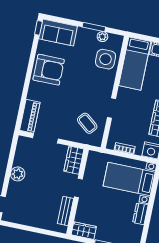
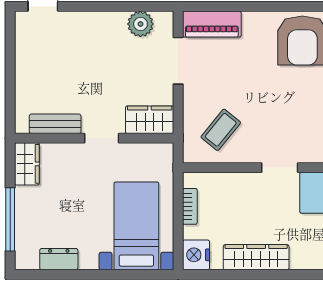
doorway: (111, 108) -> (280, 168), moved
plant: (18, 174) -> (140, 24), moved
dresser: (140, 214) -> (59, 259), moved

